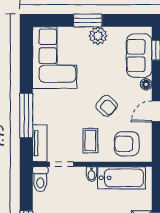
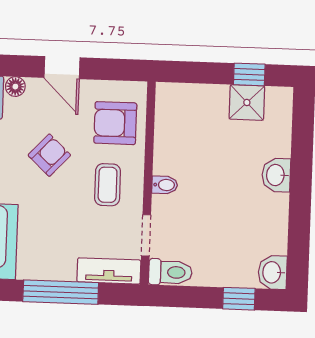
coffee table: (90, 141) -> (108, 185), turned 90
armchair: (127, 144) -> (115, 123), turned 90
bathtub: (122, 178) -> (173, 134), removed

